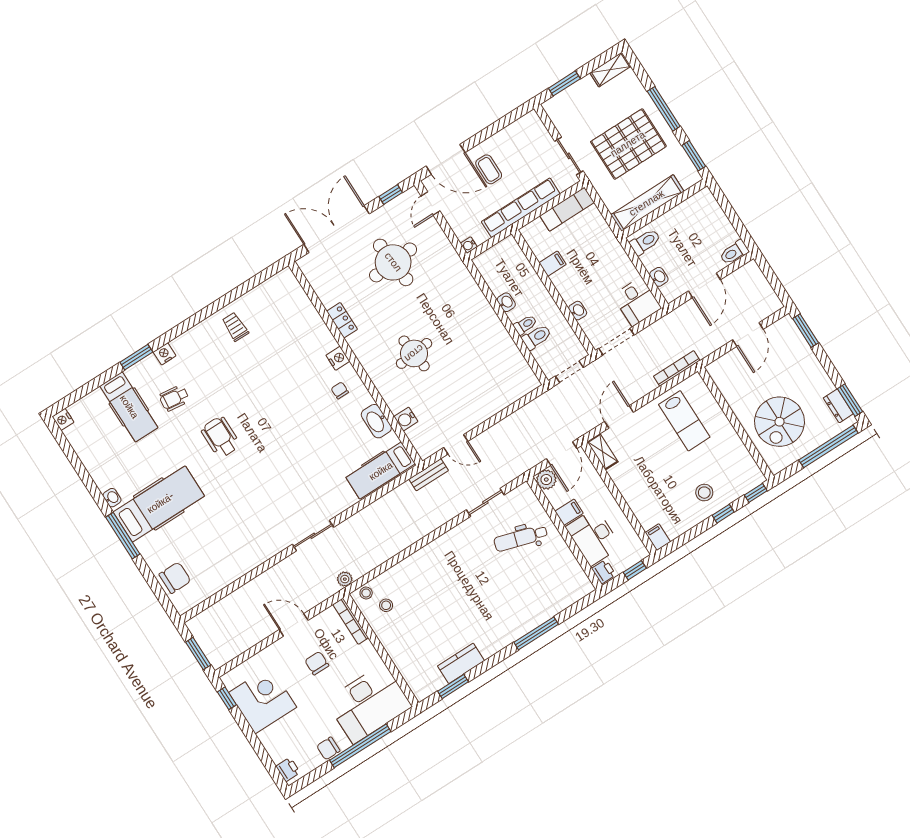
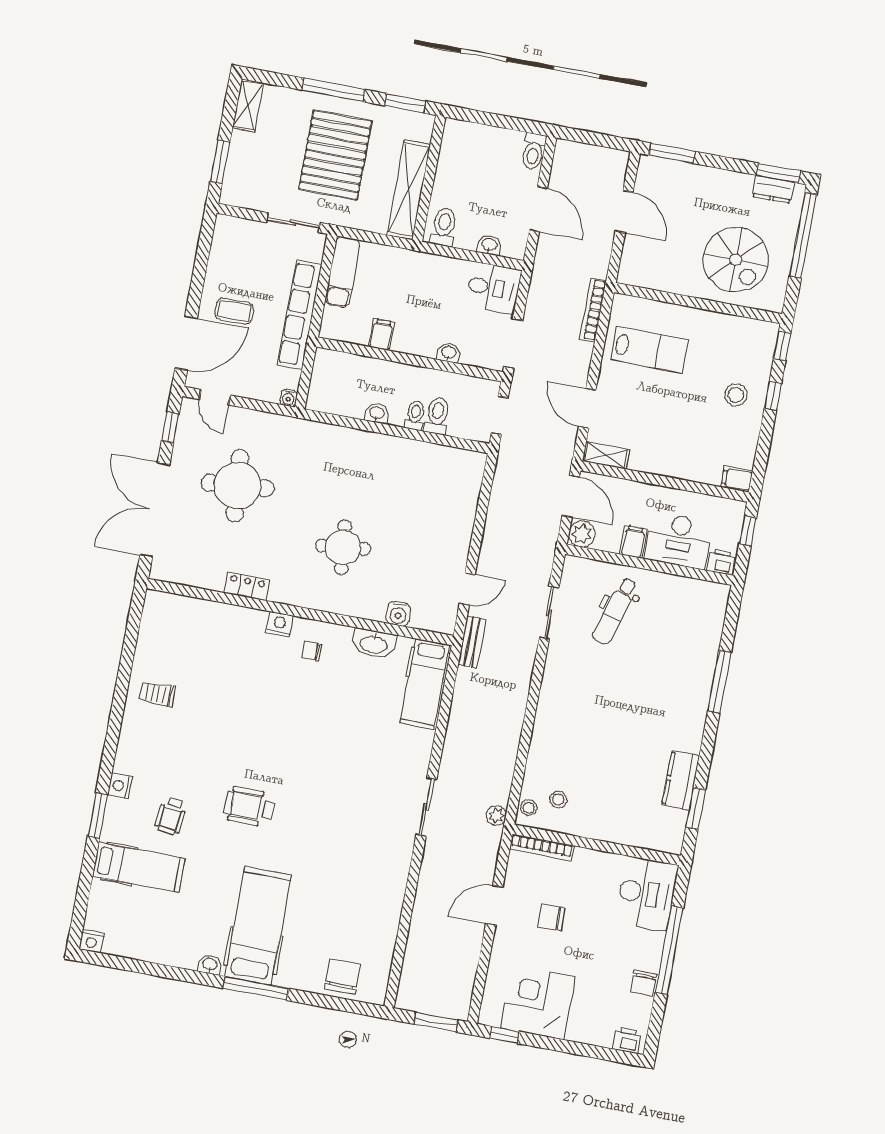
desk: (369, 704) -> (647, 894), width x0.73, depth x0.77

